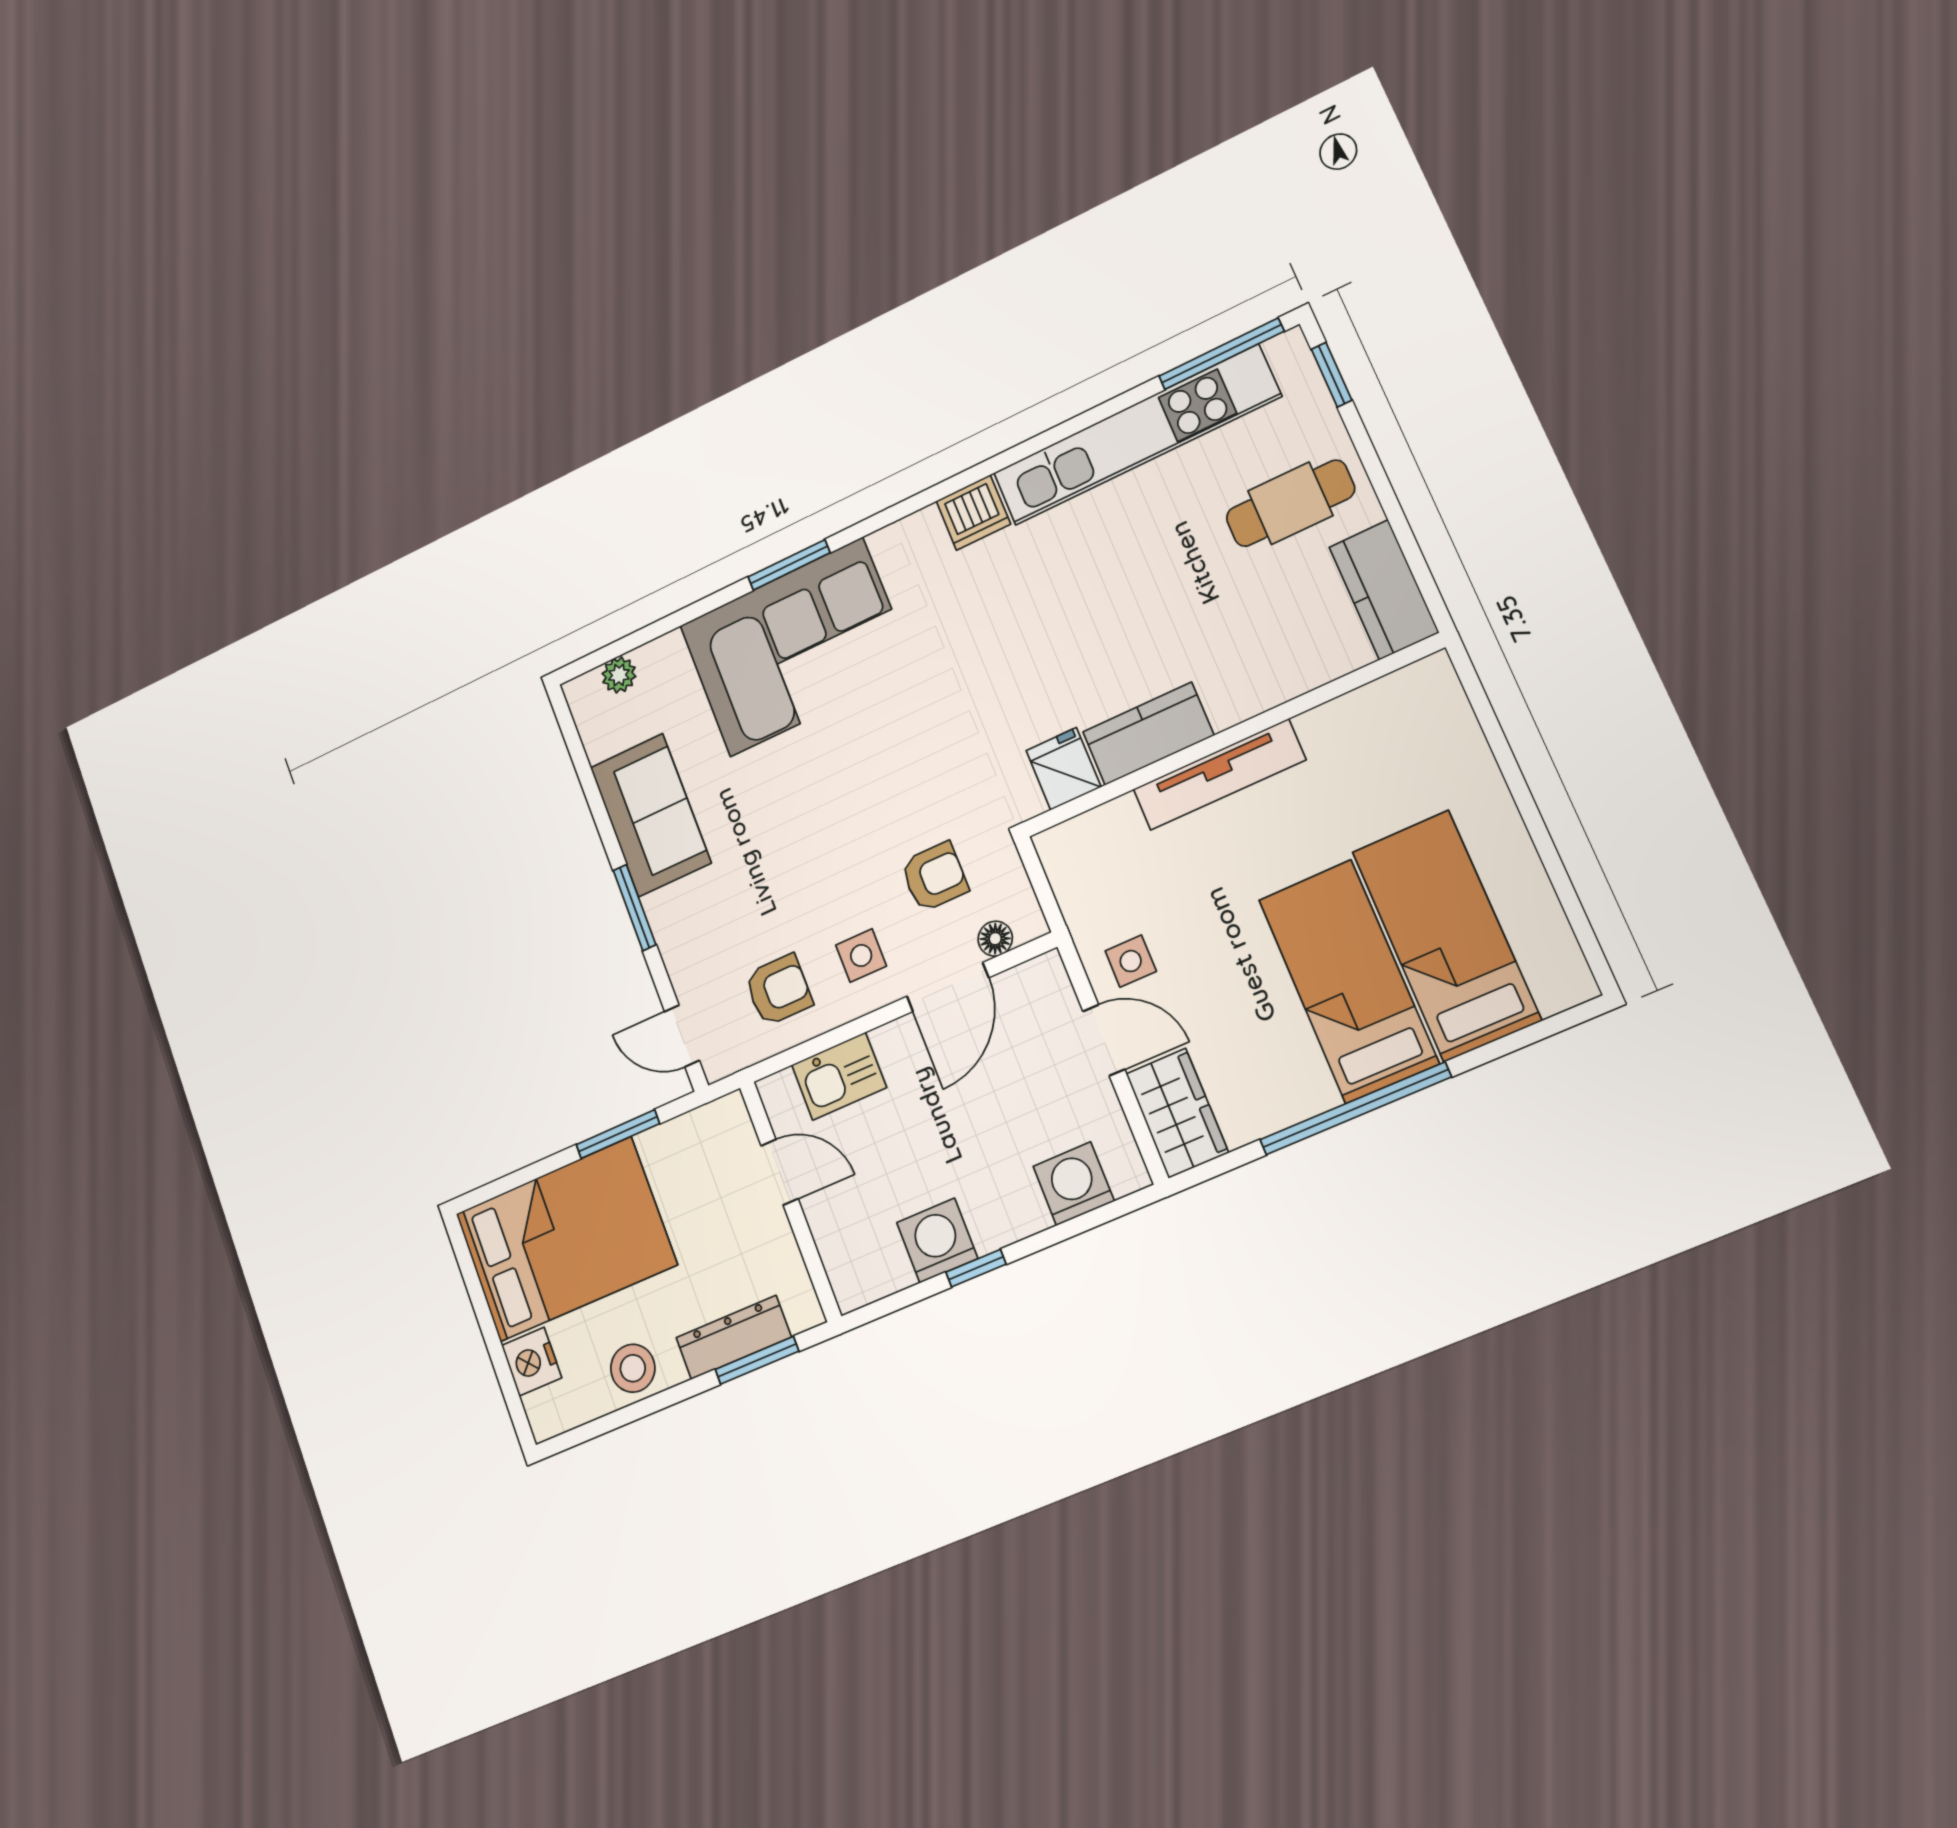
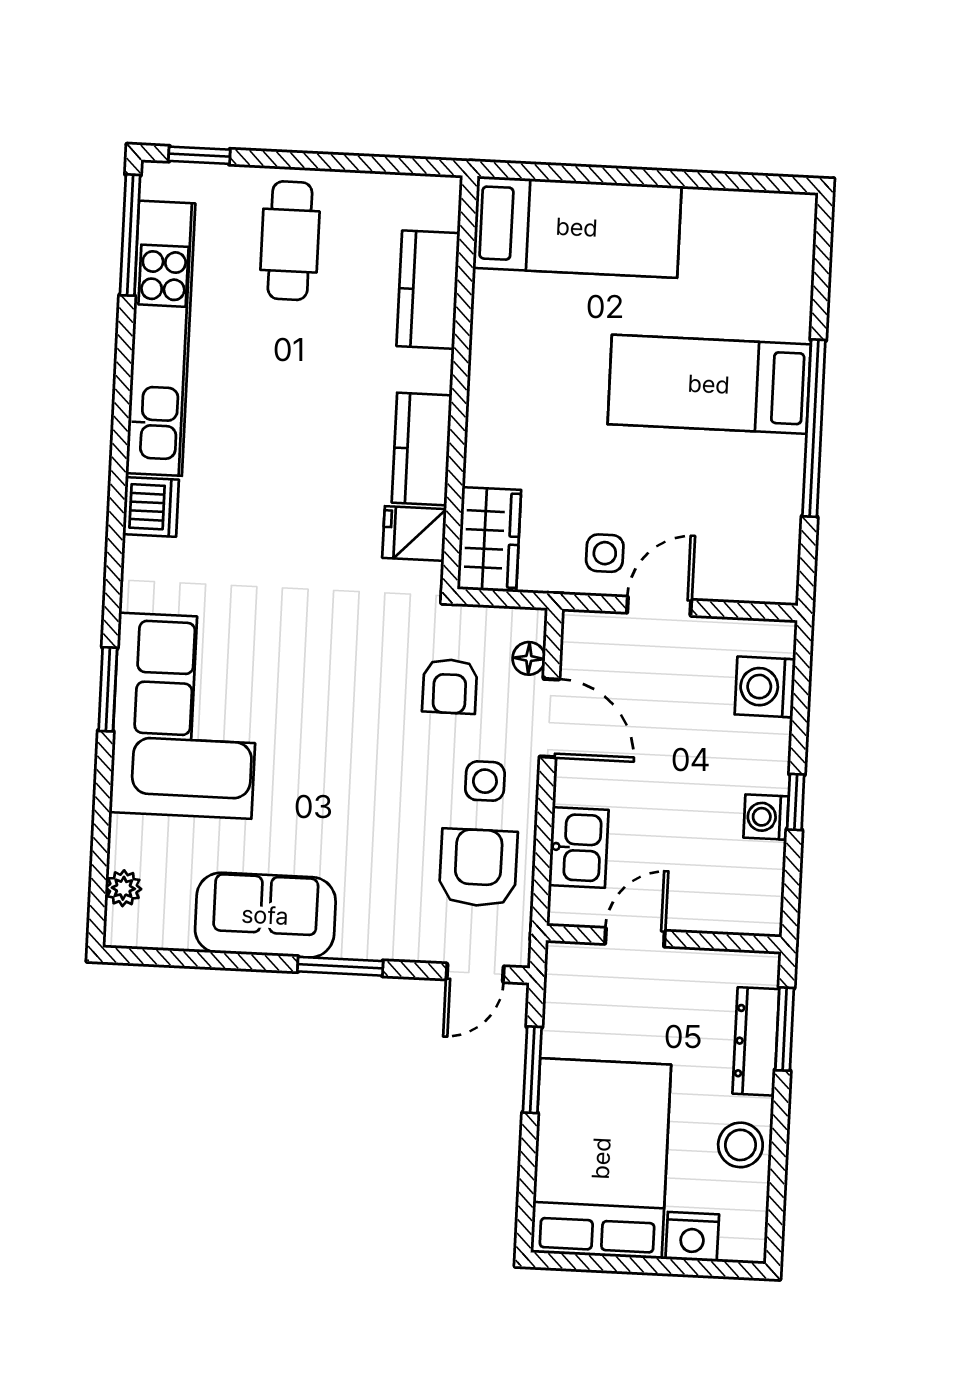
kitchen counter: (1384, 590) -> (428, 290), moved, turned 90
tv unit: (1219, 775) -> (487, 407), removed
armchair: (934, 877) -> (450, 686), turned 180
bed: (1446, 936) -> (577, 227), moved, turned 180
armchair: (779, 990) -> (478, 868), width x1.38, depth x1.38
wardrobe: (1177, 1113) -> (489, 540), moved, turned 90
washing machine: (937, 1241) -> (766, 817), width x0.73, depth x0.73

